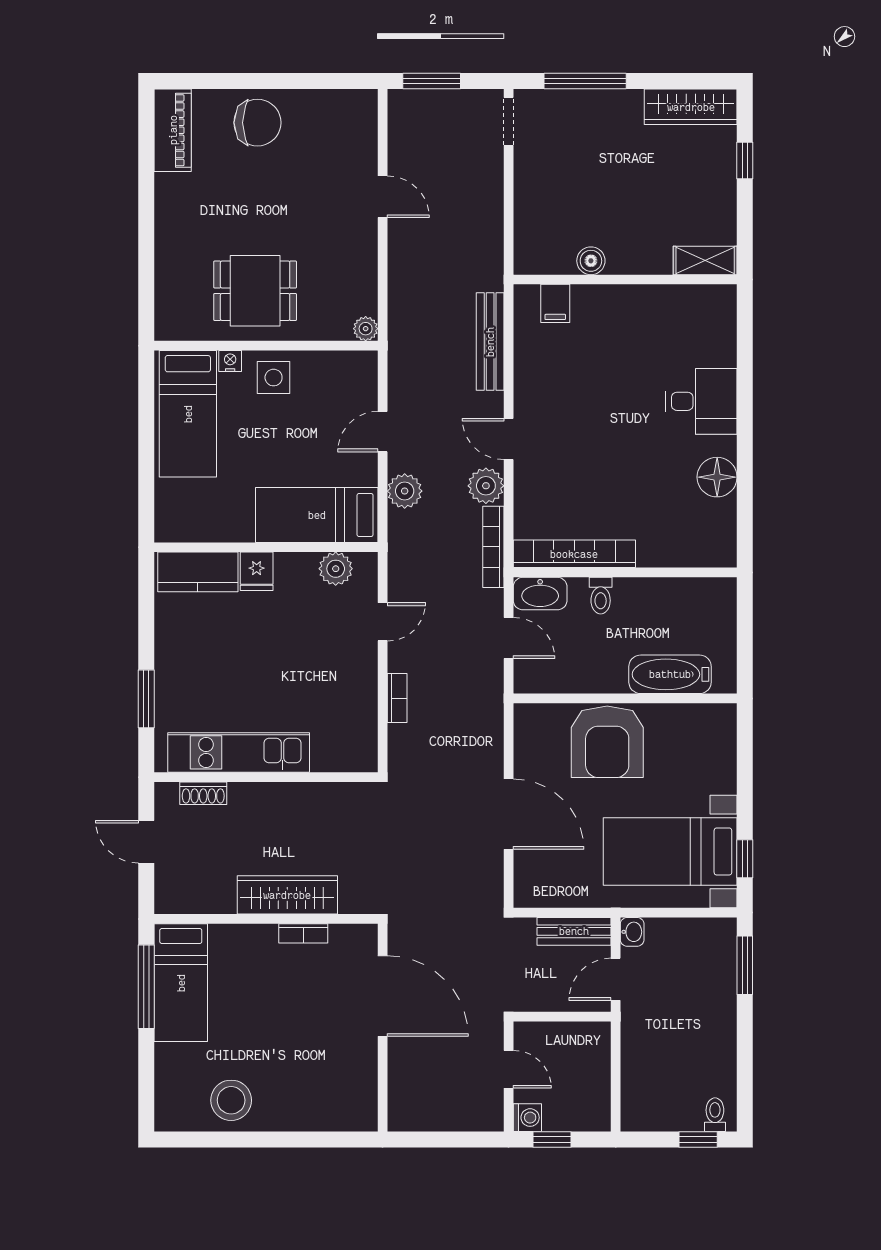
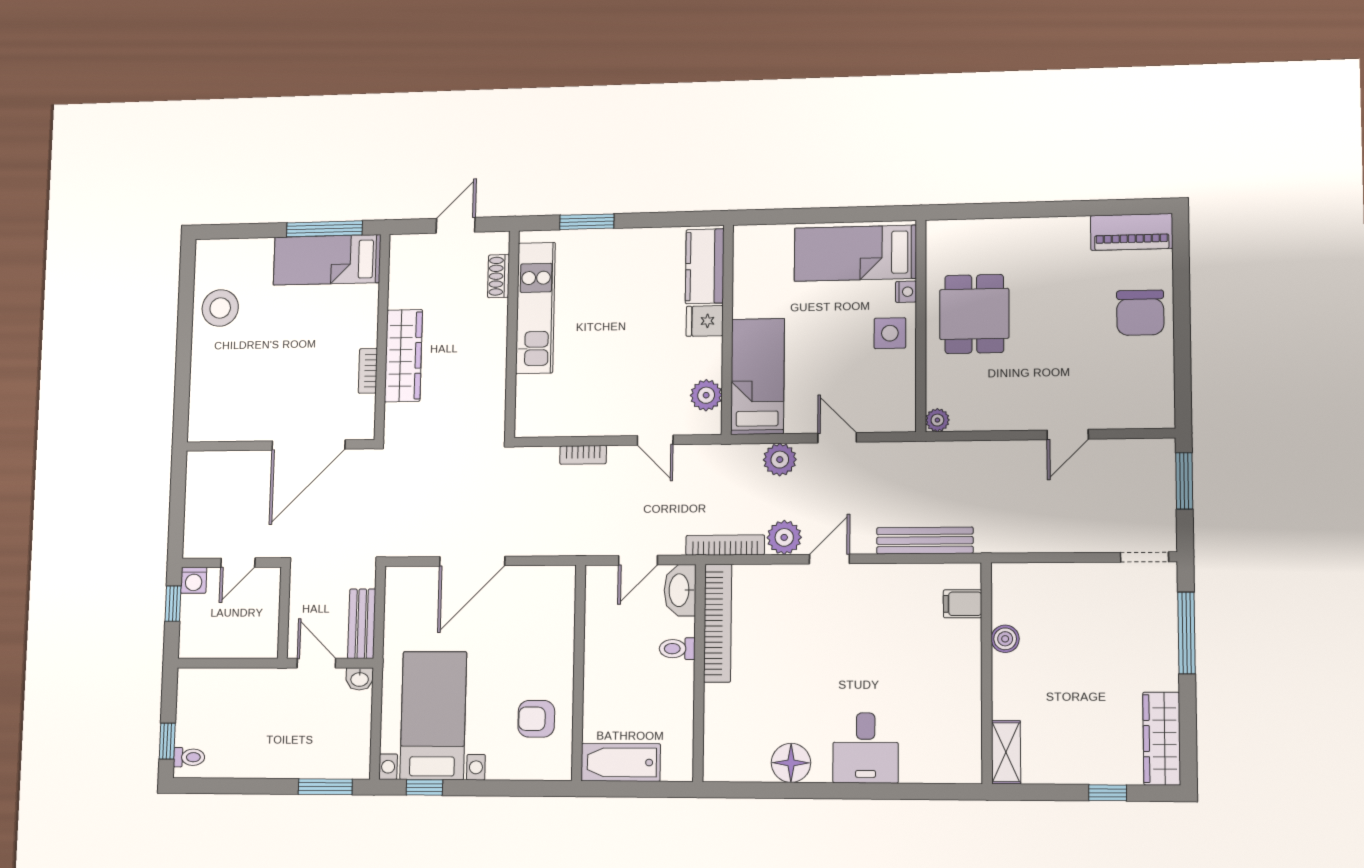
bathtub: (670, 674) -> (621, 762), moved, turned -90
armchair: (607, 742) -> (536, 719), moved, width x0.53, depth x0.53

